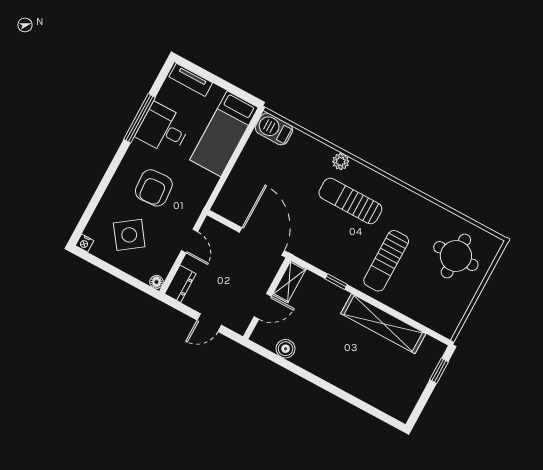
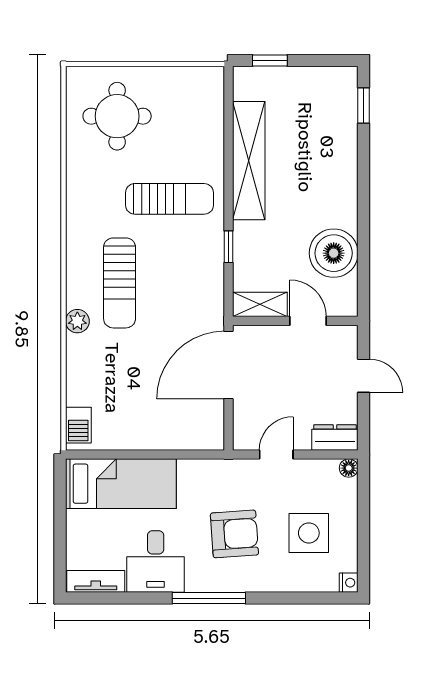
tv unit: (191, 80) -> (96, 581), moved, turned -90
window: (140, 118) -> (209, 598), moved
barbecue: (274, 129) -> (78, 425), width x0.73, depth x0.79
side table: (129, 235) -> (309, 533), turned 36
boiler: (286, 349) -> (334, 253), width x1.86, depth x1.86
window: (379, 414) -> (364, 106), added

